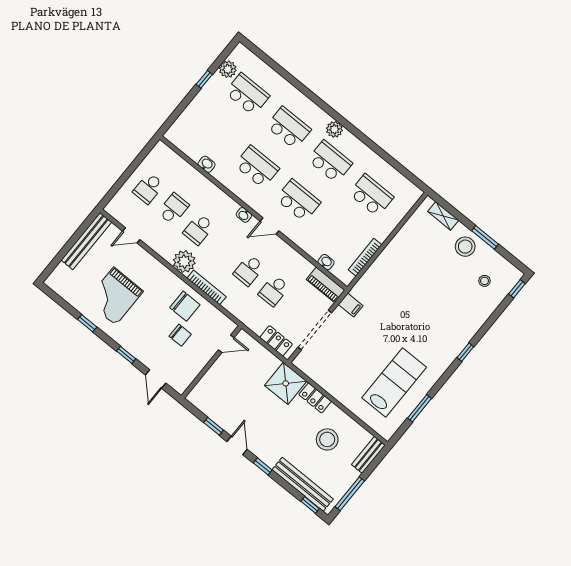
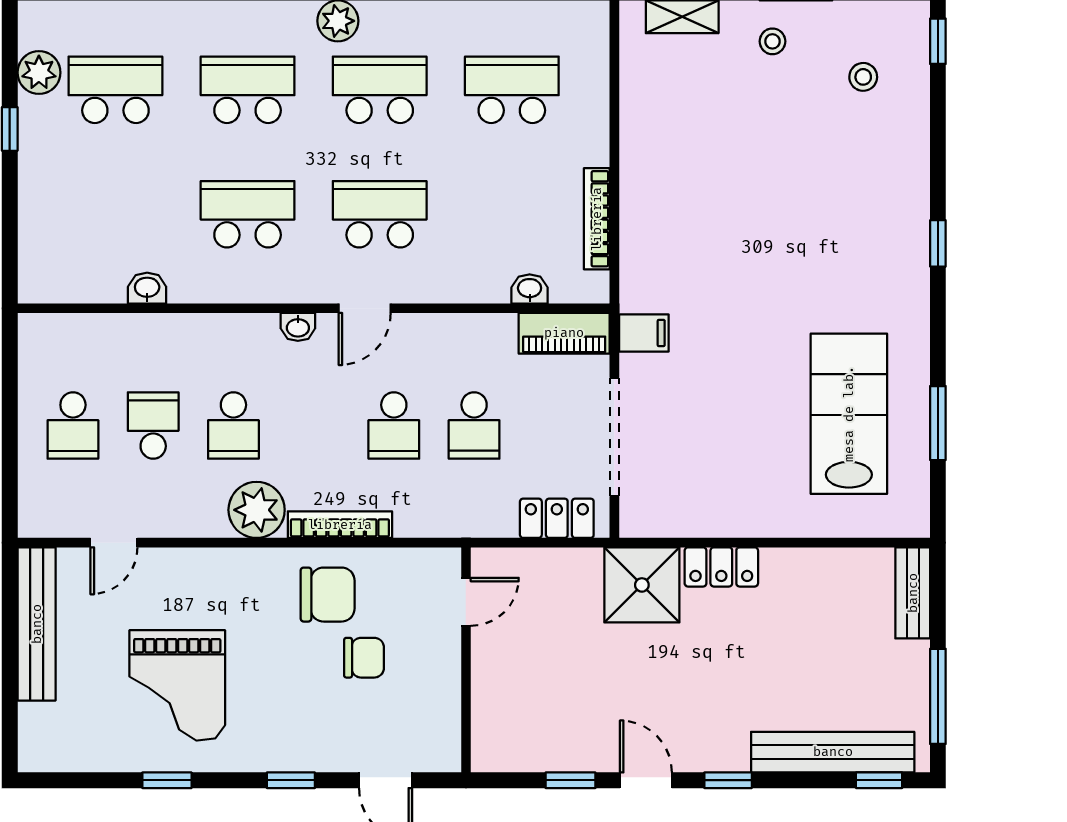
stool: (465, 247) -> (772, 41), width x0.53, depth x0.53
stool: (327, 439) -> (809, 628), removed

